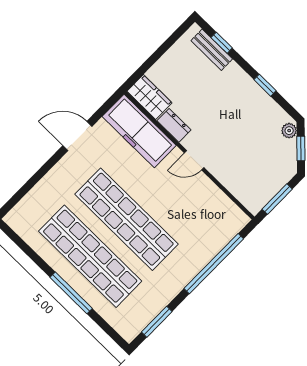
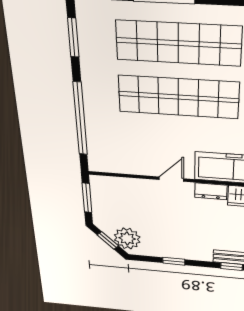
plant: (289, 131) -> (127, 238), width x1.87, depth x1.87

